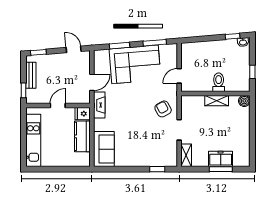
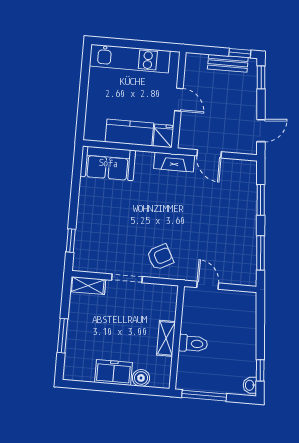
corner sofa: (135, 64) -> (231, 221), removed
window: (252, 72) -> (204, 396), width x2.17
window: (23, 90) -> (240, 53), moved
boiler: (244, 101) -> (141, 378), moved
freezer: (221, 159) -> (113, 372), moved, turned -90

